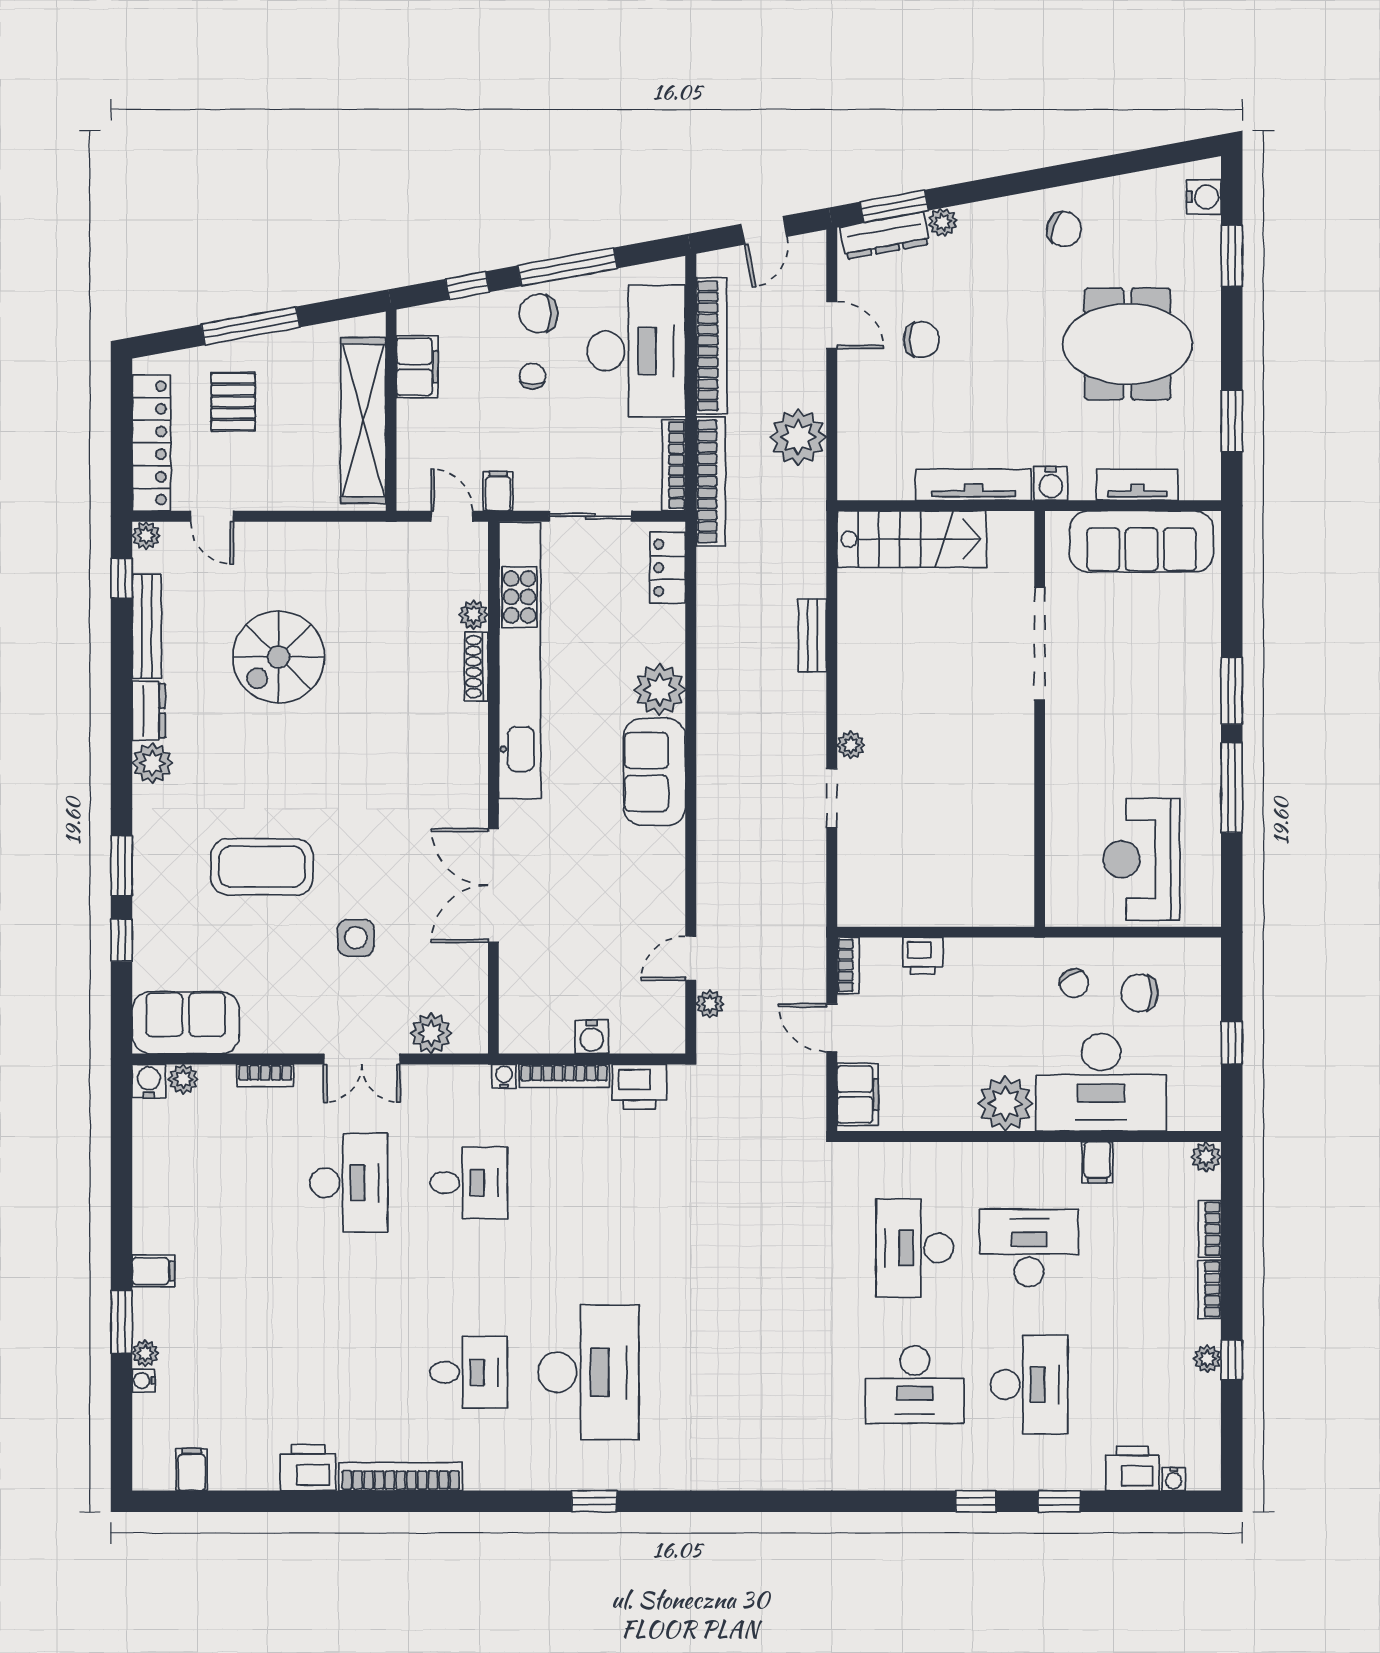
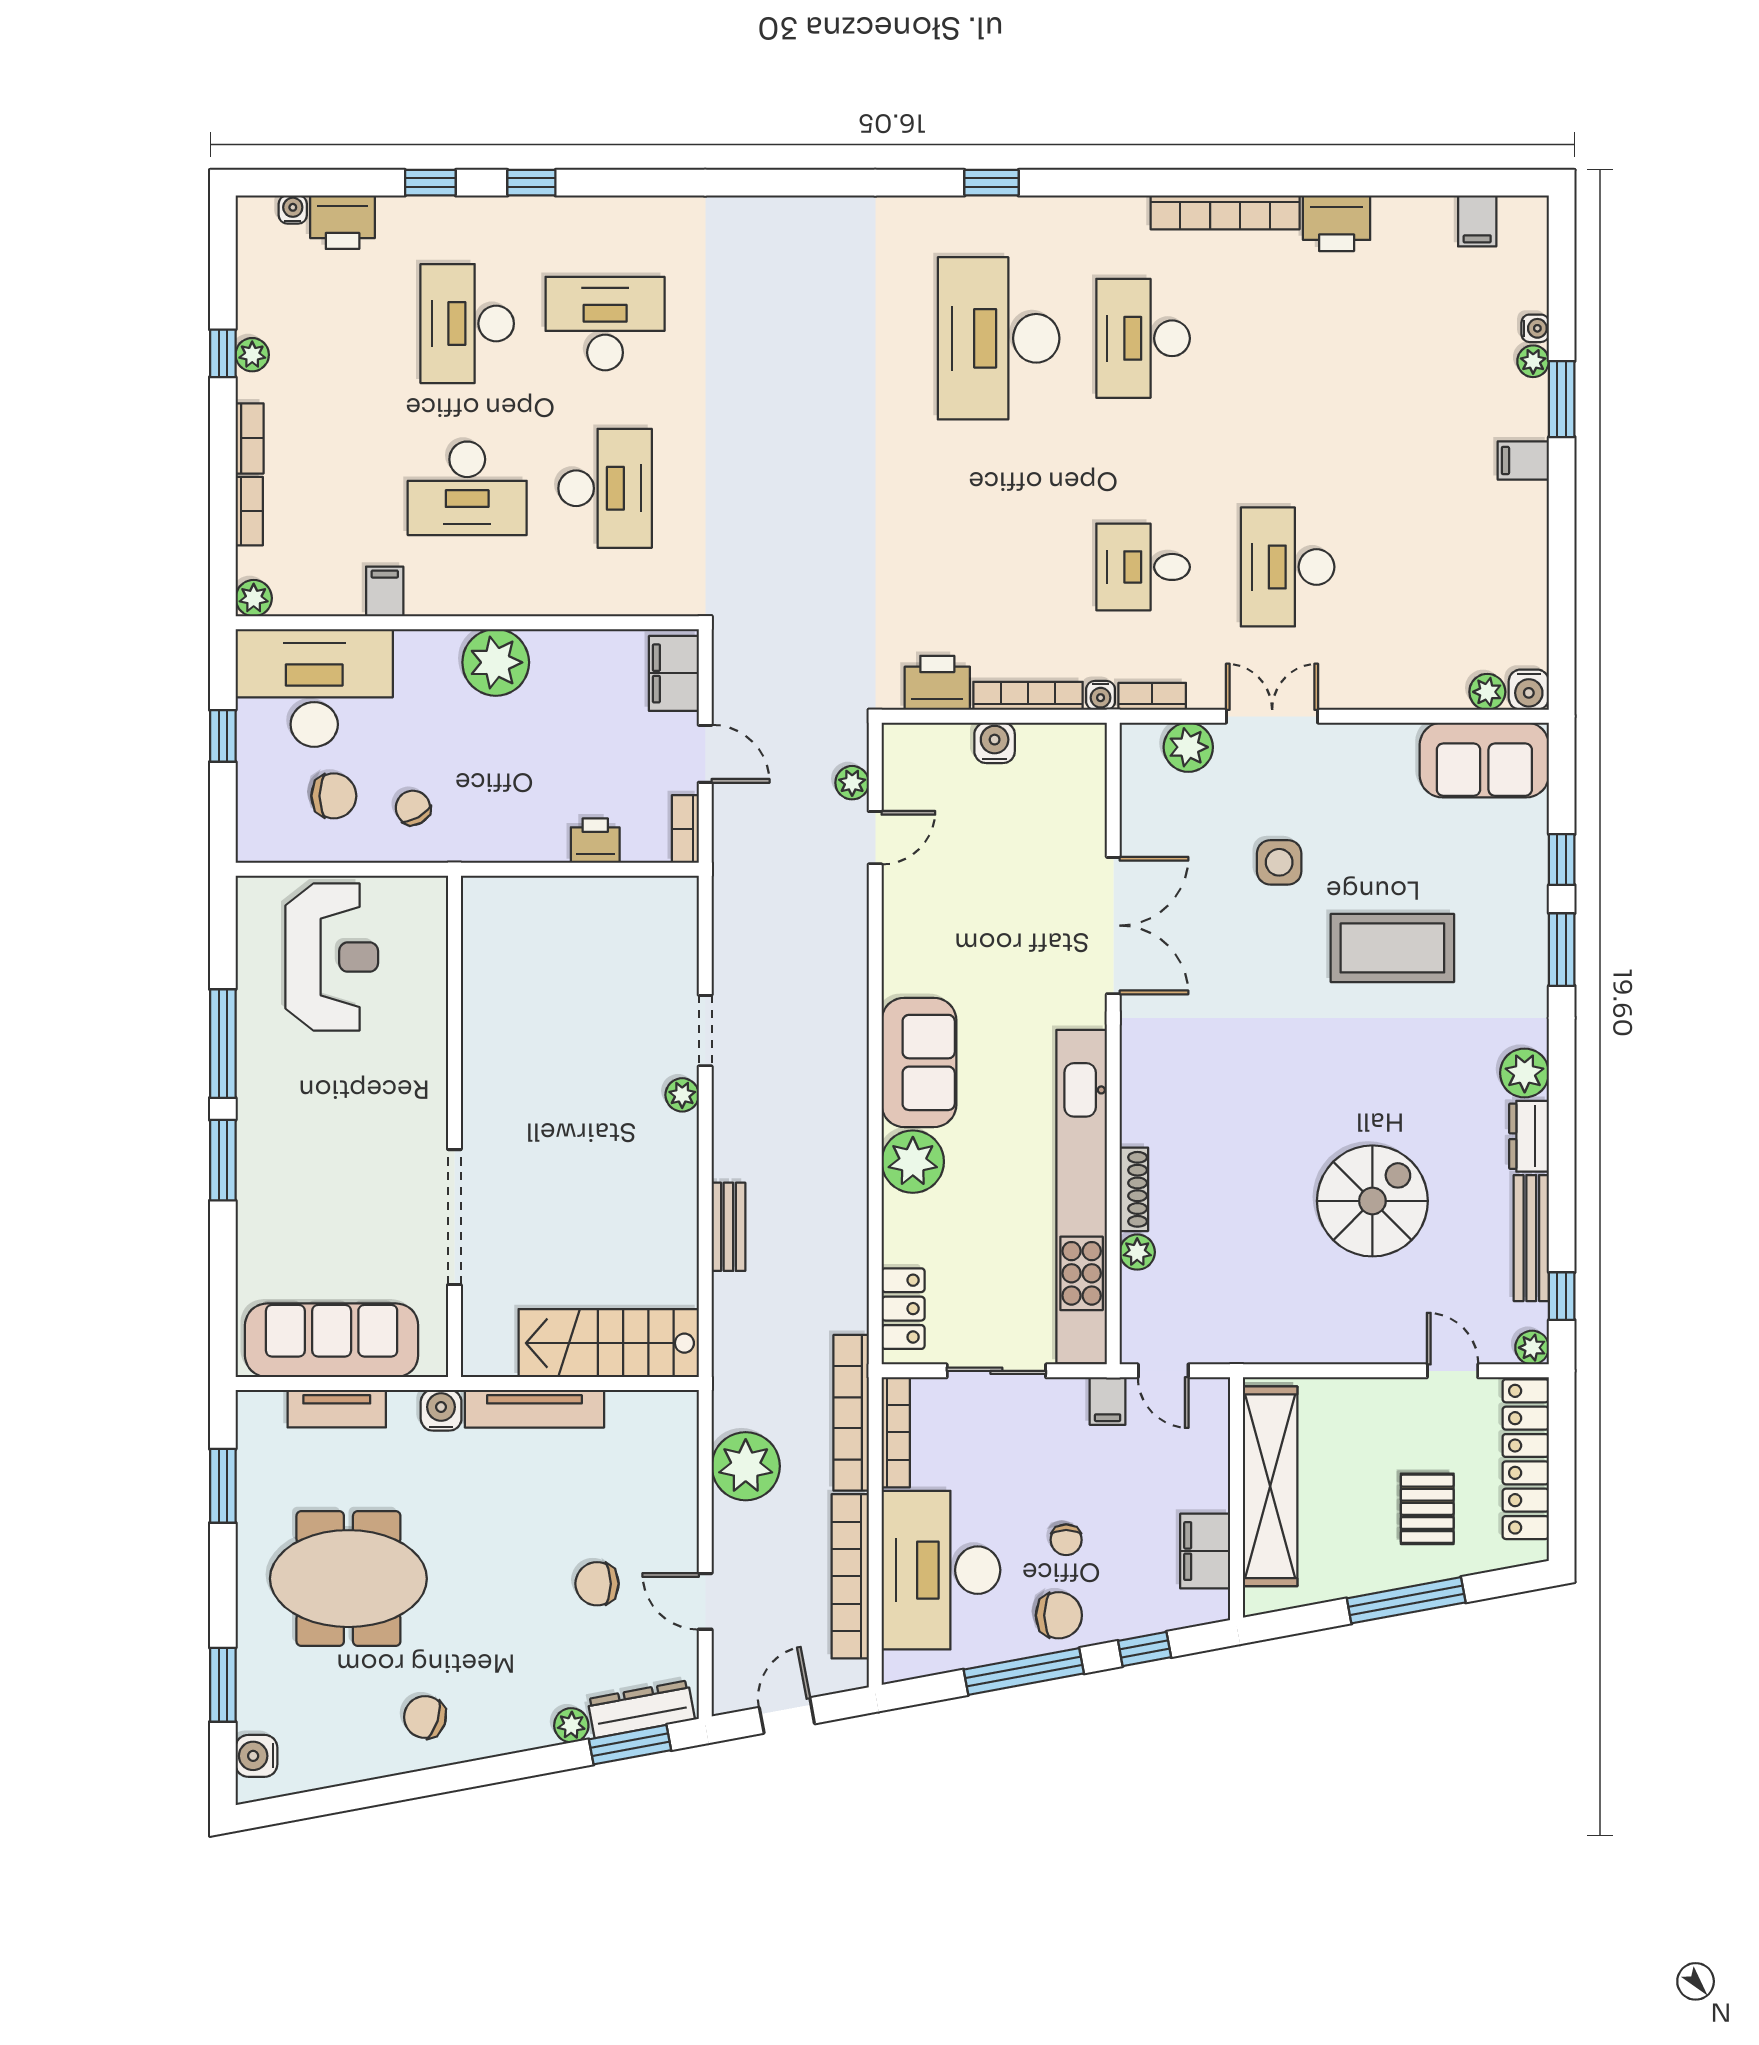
bookcase: (265, 1075) -> (1152, 696), moved
desk: (1101, 1082) -> (314, 688), moved
desk: (469, 1372) -> (1143, 338), width x1.37

